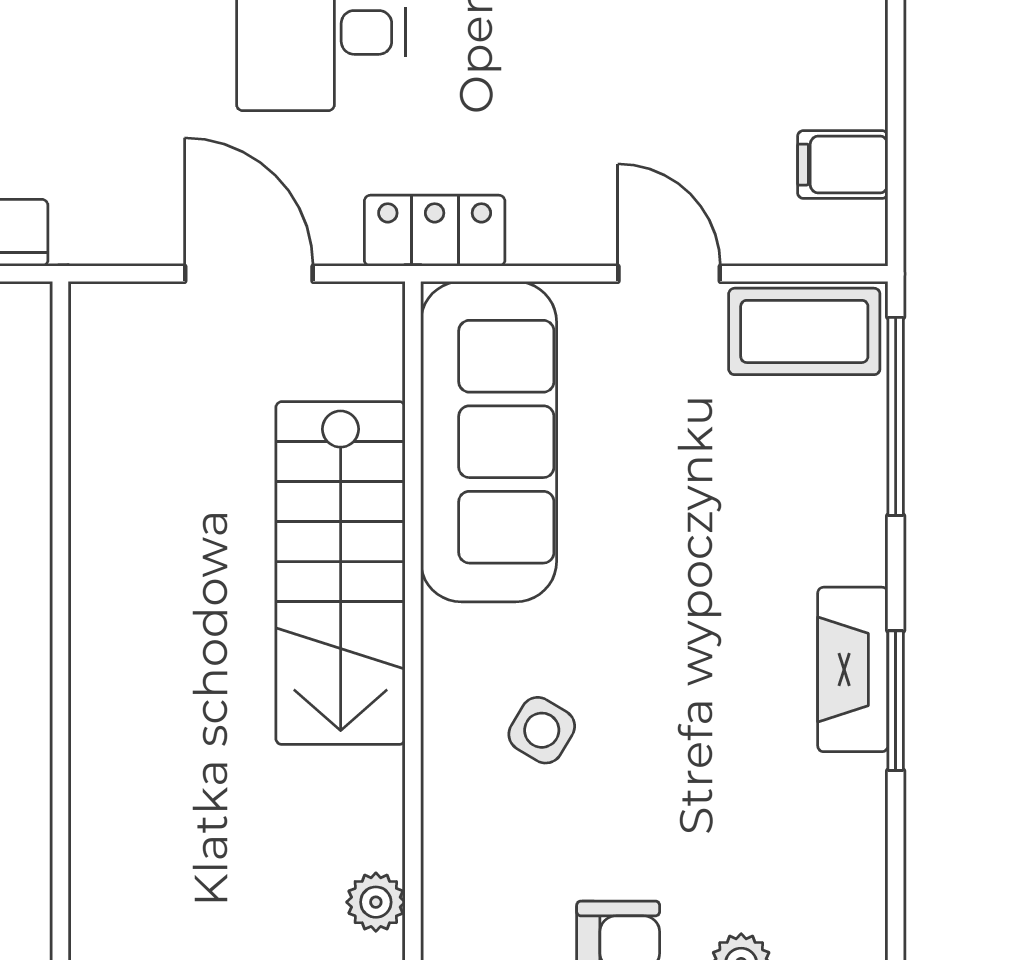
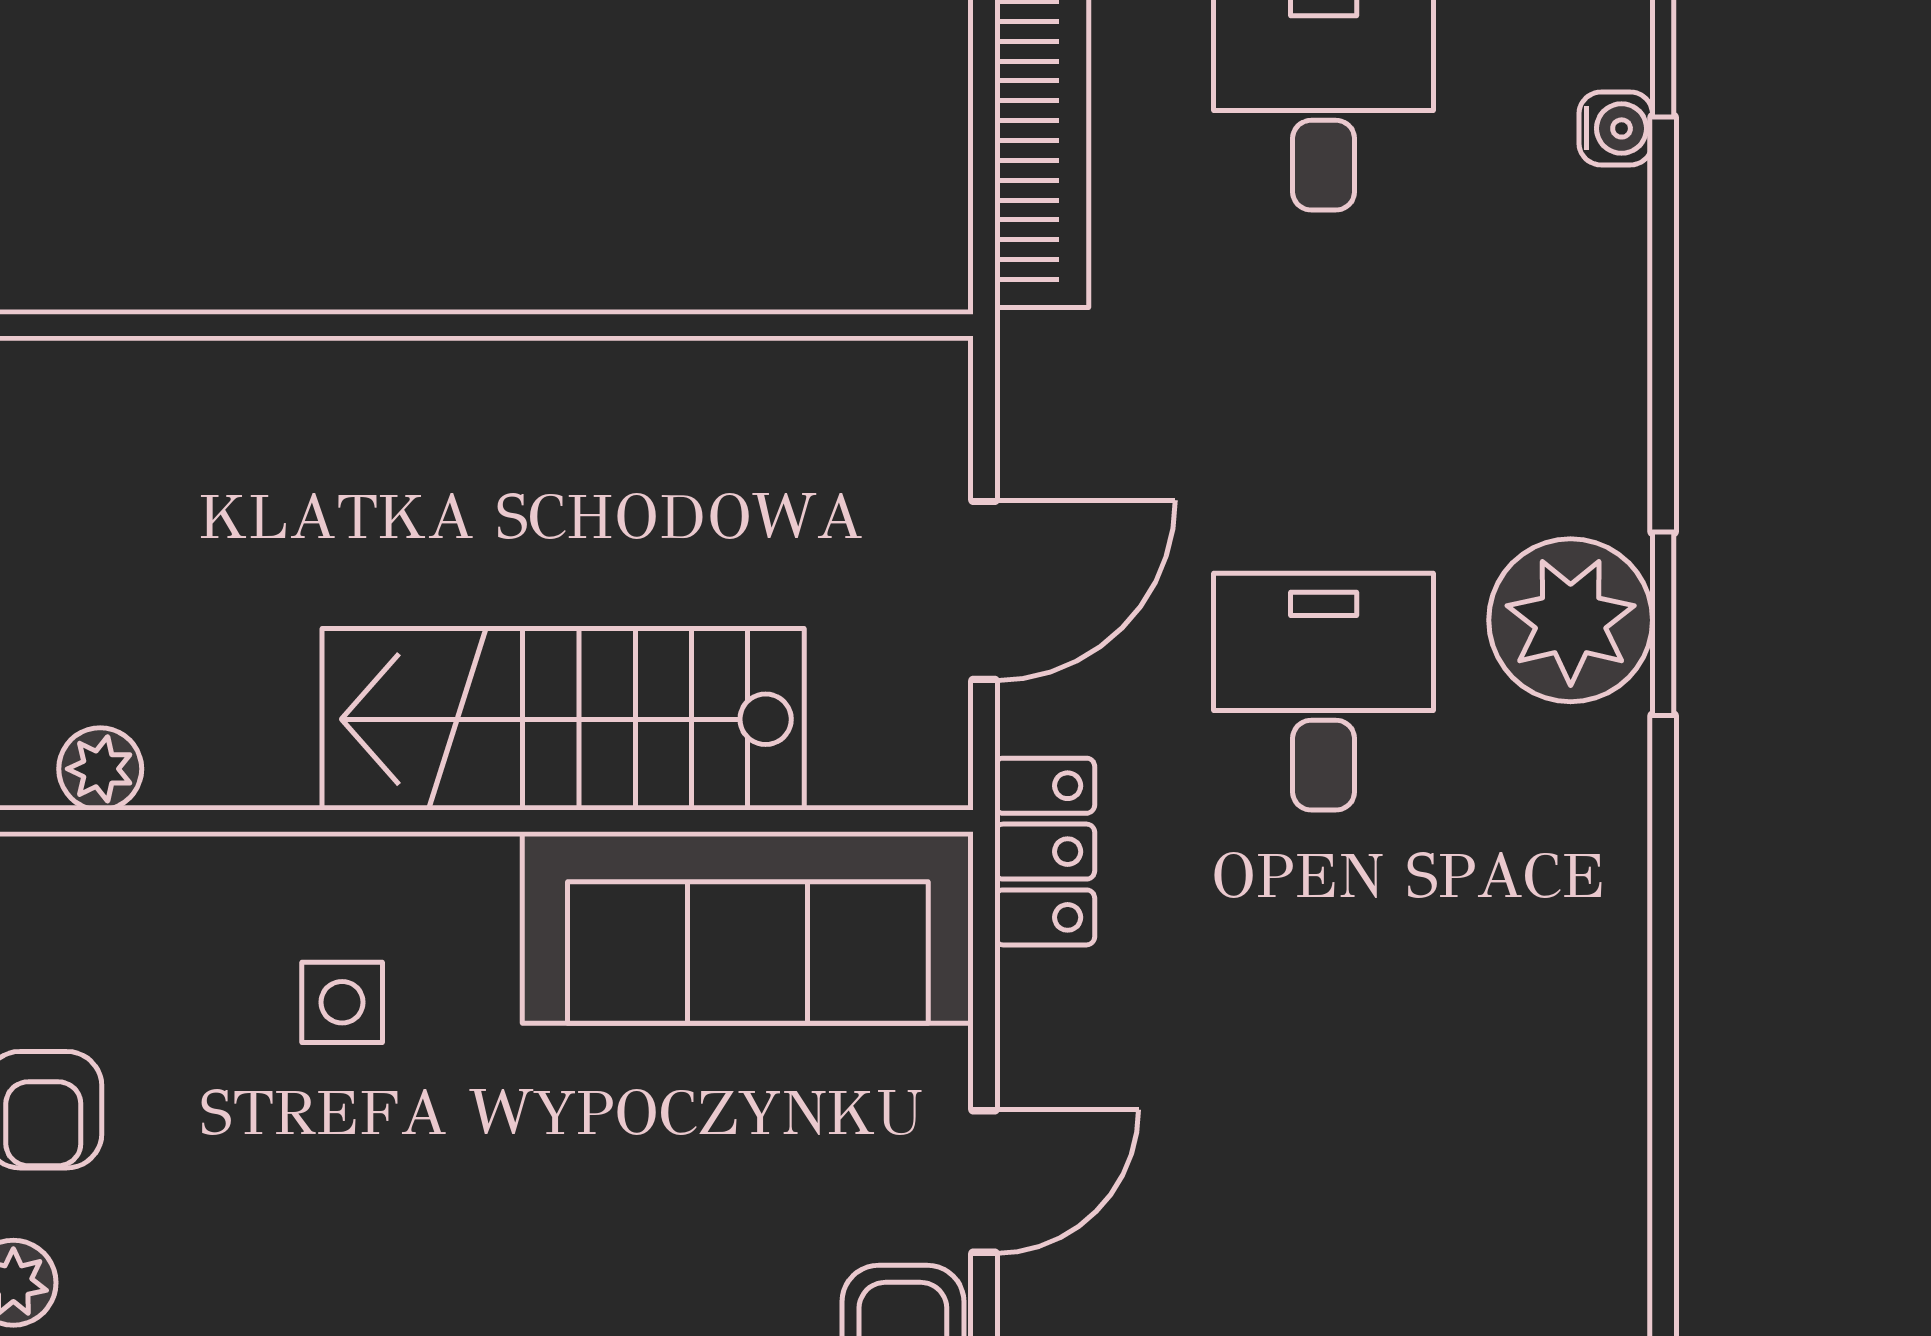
side table: (542, 730) -> (342, 1002), turned -31

